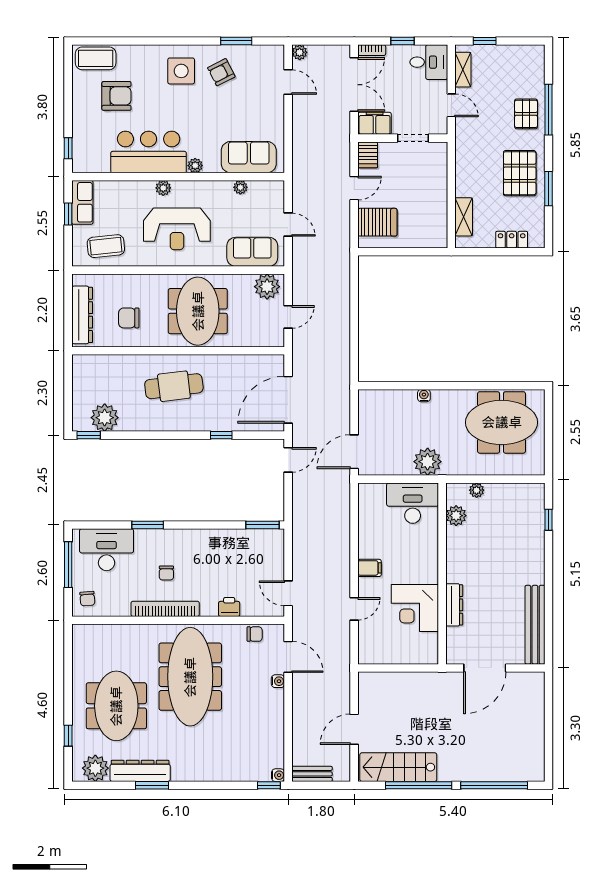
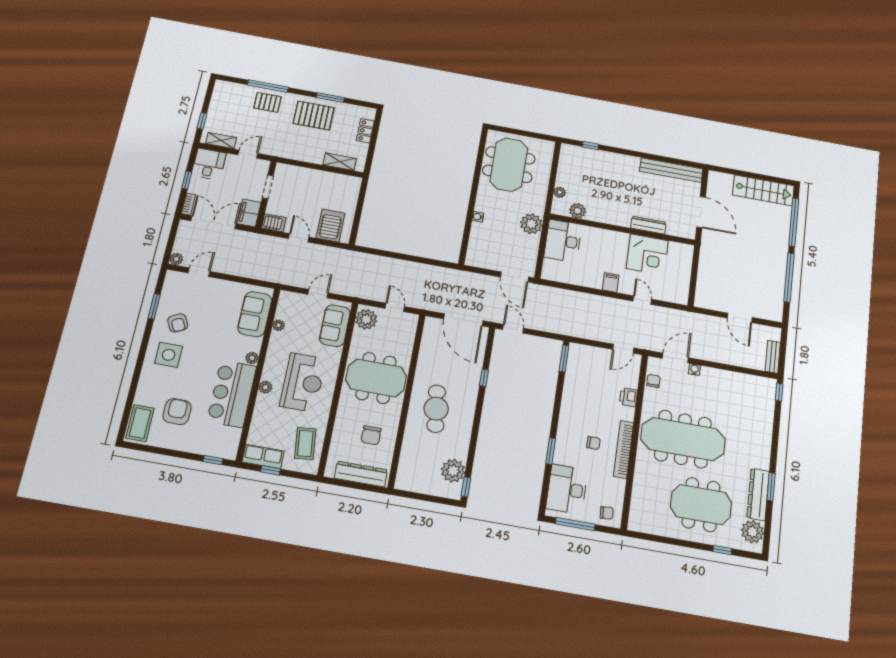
stairs: (398, 767) -> (763, 190), moved, turned -90
water cooler: (278, 775) -> (772, 383), removed

